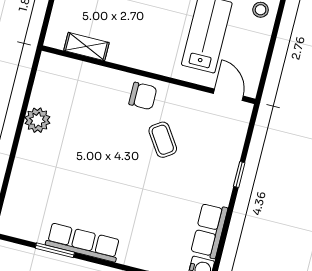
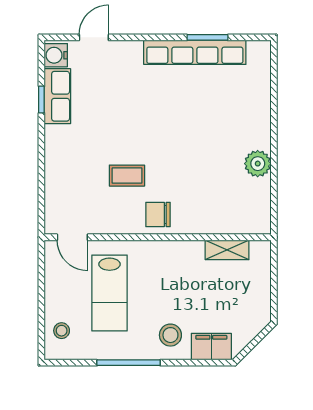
coffee table: (163, 140) -> (127, 176), turned -56
window: (239, 174) -> (41, 100), moved
row of seats: (83, 242) -> (195, 52), width x1.36

